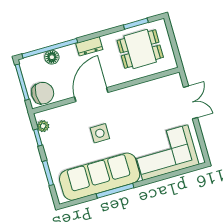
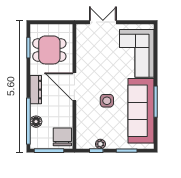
dresser: (89, 46) -> (36, 90), width x1.44
dining table: (140, 49) -> (49, 50), turned 90
door: (91, 95) -> (74, 87), moved
plant: (43, 126) -> (100, 144), moved

